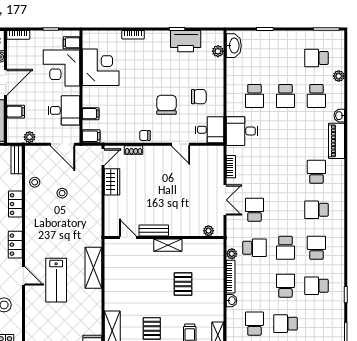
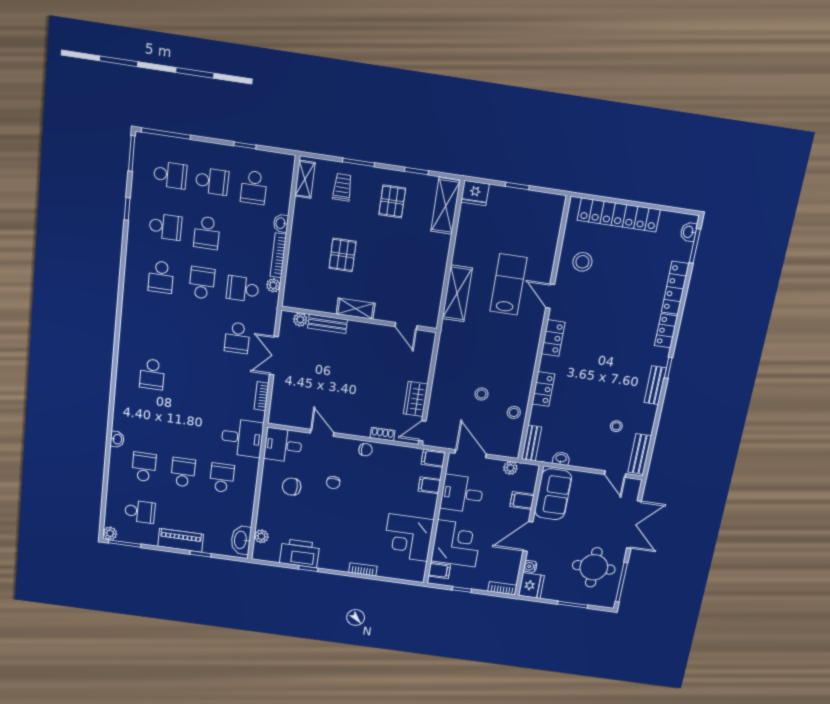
plant: (339, 76) -> (110, 533), moved
chair: (166, 105) -> (333, 483), width x0.54, depth x0.54
piano: (336, 141) -> (181, 540), moved, turned -90
school desk: (316, 210) -> (170, 175), moved
bench: (154, 231) -> (328, 324), moved

